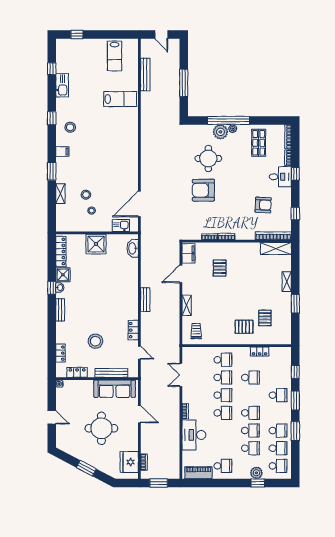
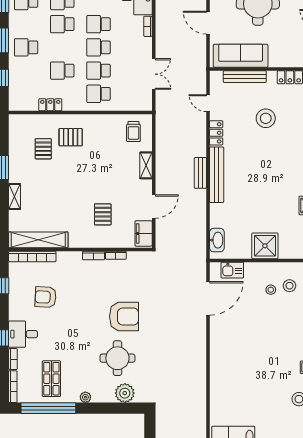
window: (229, 120) -> (48, 408), moved
plant: (220, 132) -> (125, 393), moved
stool: (86, 195) -> (290, 286), moved
shelving: (276, 249) -> (38, 240), width x1.47
bench: (133, 298) -> (217, 175), added

